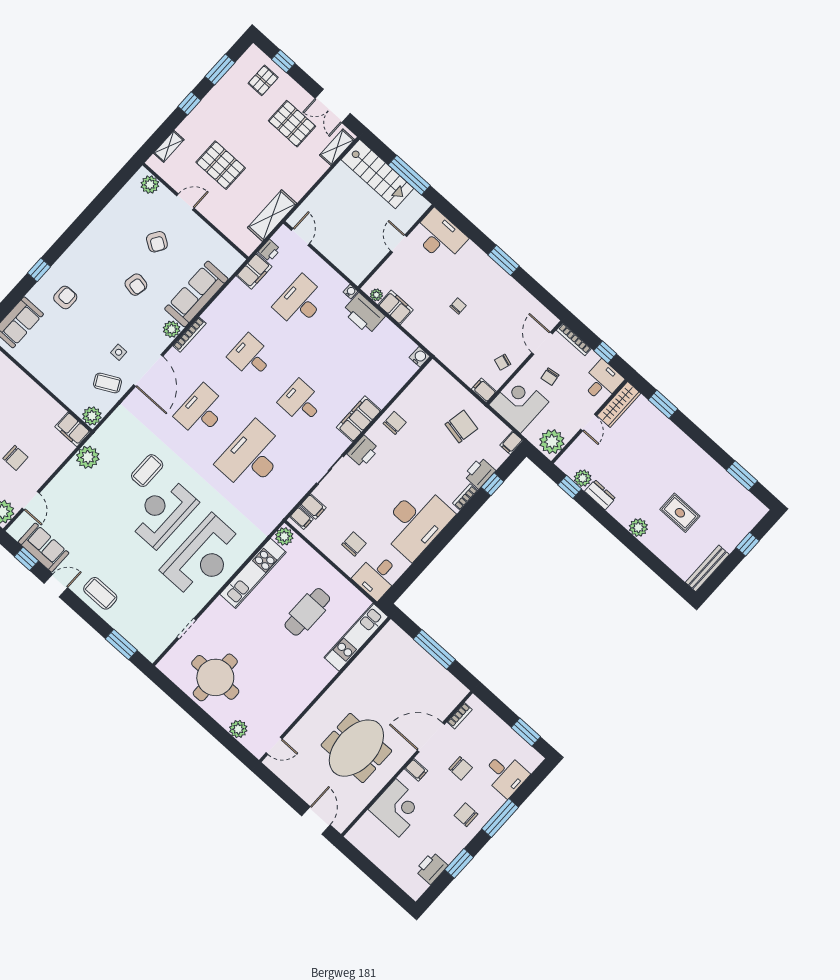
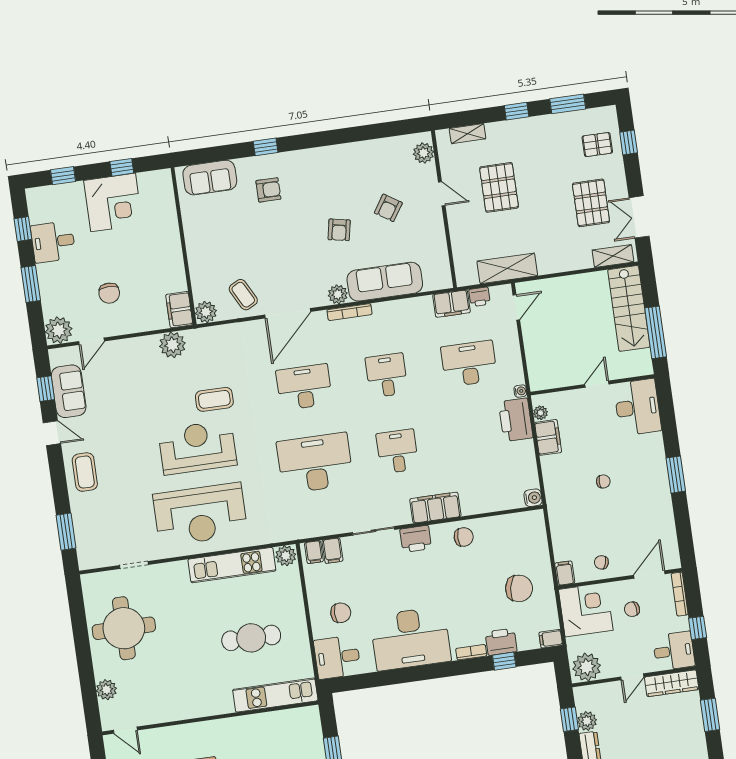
side table: (119, 352) -> (275, 276), removed

